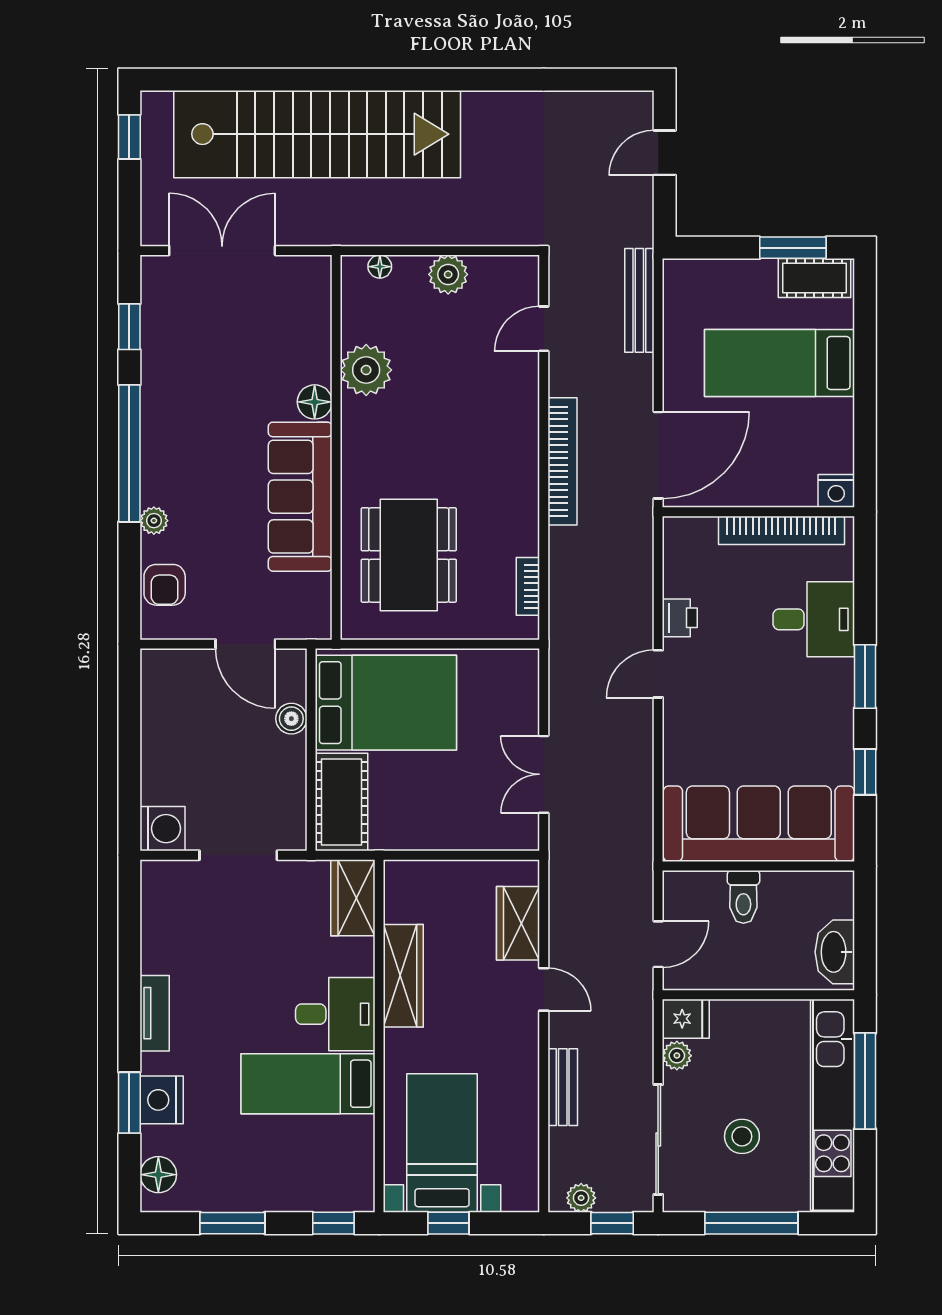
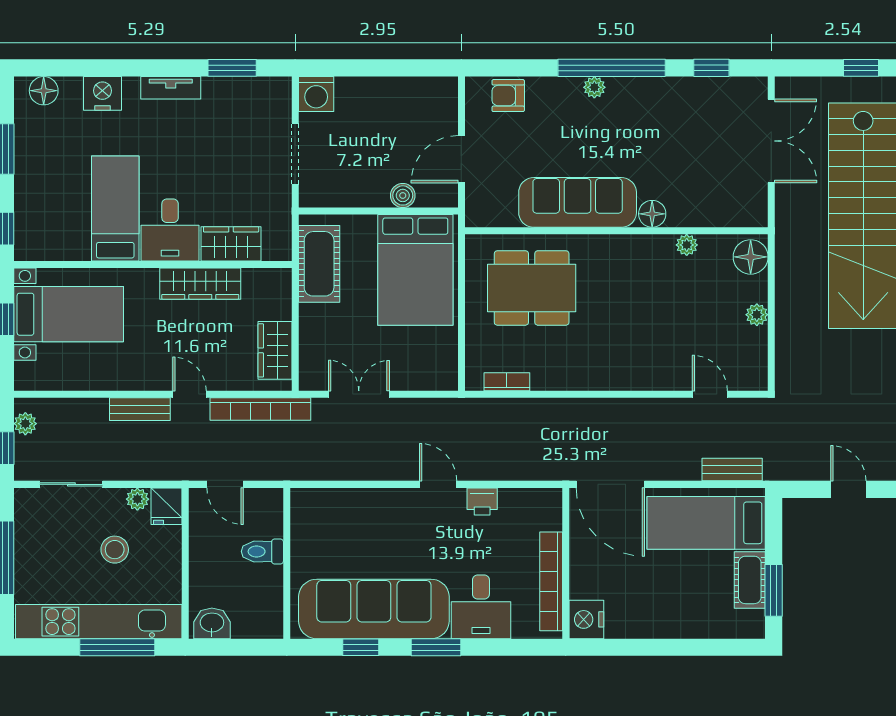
floor lamp: (380, 267) -> (751, 257), width x1.89, depth x1.89
plant: (448, 274) -> (757, 315), width x0.73, depth x0.73
cot: (814, 278) -> (750, 580), moved
bench: (639, 300) -> (732, 470), width x0.73
bed: (779, 363) -> (706, 523), moved, turned -90
plant: (366, 370) -> (687, 245), width x0.53, depth x0.53
bookcase: (562, 461) -> (260, 409), moved
nightstand: (836, 491) -> (586, 619), width x1.36, depth x1.33
plant: (154, 521) -> (594, 87), moved
cot: (341, 802) -> (319, 264), moved, turned 90
sofa: (759, 824) -> (374, 609), moved, turned -90
wardrobe: (353, 898) -> (231, 244), moved
wardrobe: (518, 923) -> (275, 350), moved, turned -90
washbasin: (835, 952) -> (212, 623), width x0.72
door: (544, 989) -> (190, 394), swing flipped
bench: (563, 1087) -> (140, 409), moved
window: (129, 1103) -> (232, 68), moved
stool: (742, 1136) -> (115, 550), moved
sliding door: (658, 1139) -> (71, 484), width x0.73

